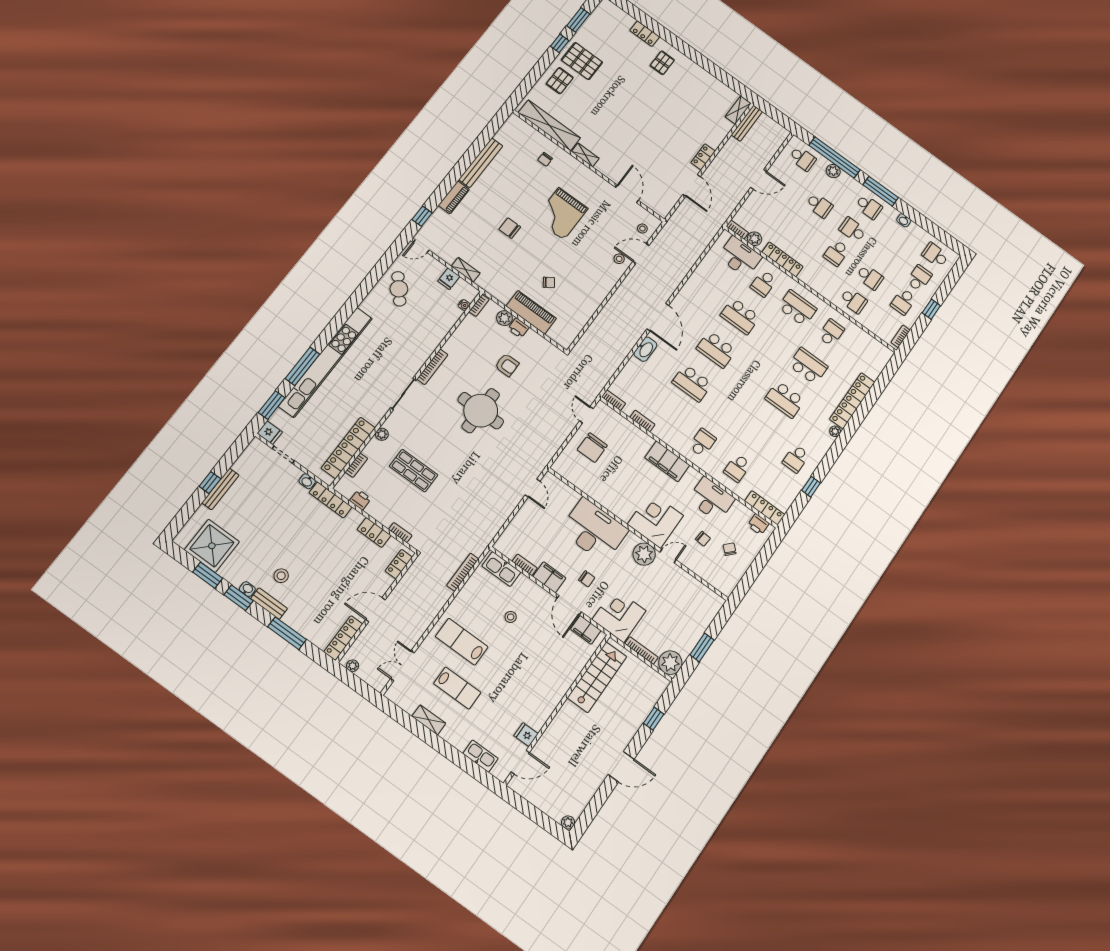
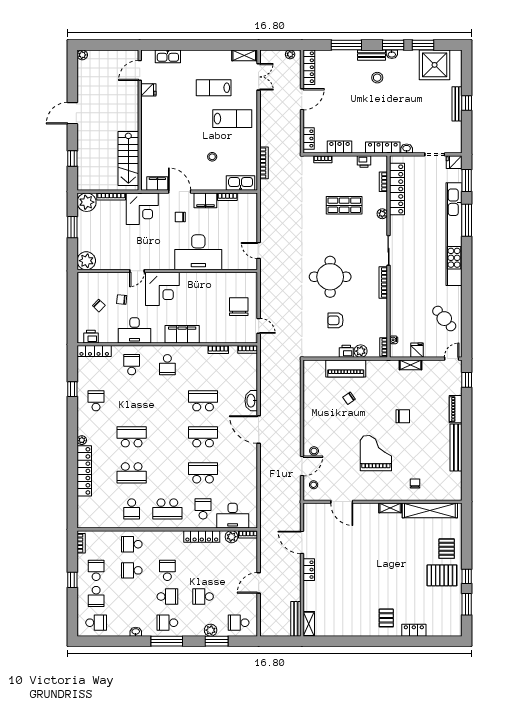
window: (834, 158) -> (217, 641), width x0.47
plant: (644, 554) -> (86, 261), moved
shelving: (429, 720) -> (244, 55), moved

